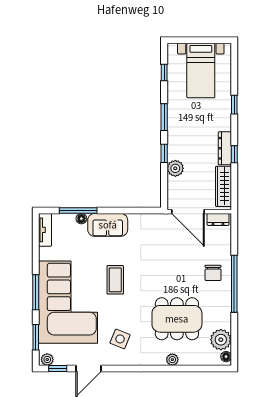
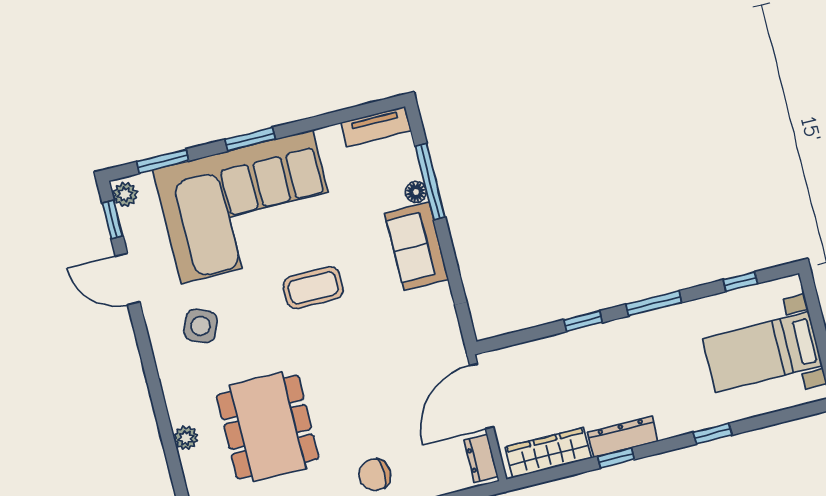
plant: (175, 168) -> (560, 350), removed
window: (36, 292) -> (250, 139), width x0.69

